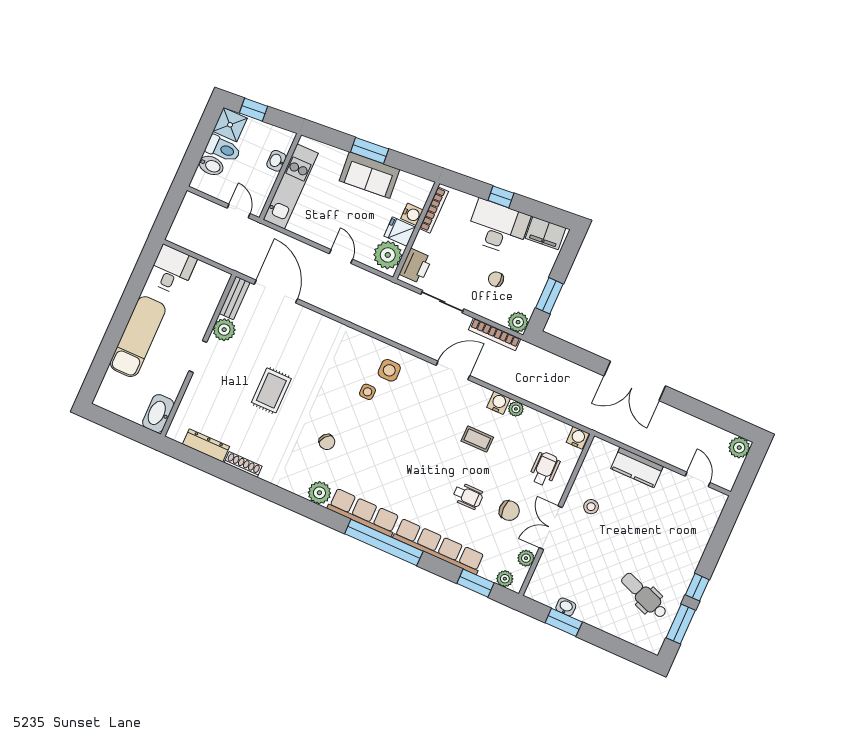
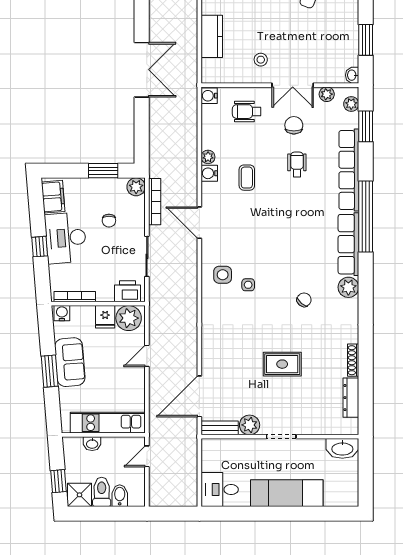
water cooler: (412, 214) -> (62, 313), moved
washbasin: (566, 607) -> (352, 75), moved

